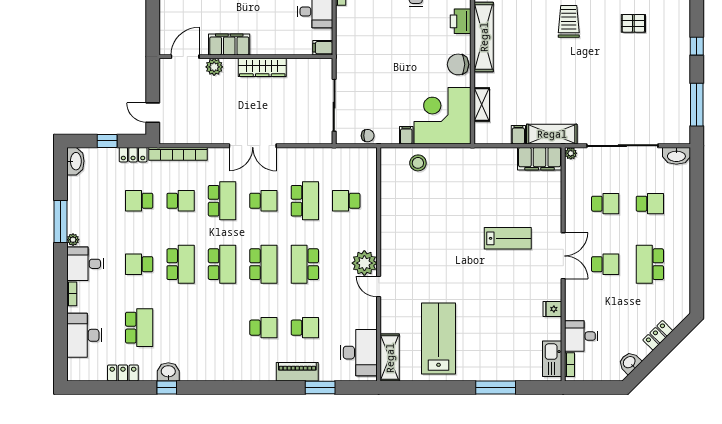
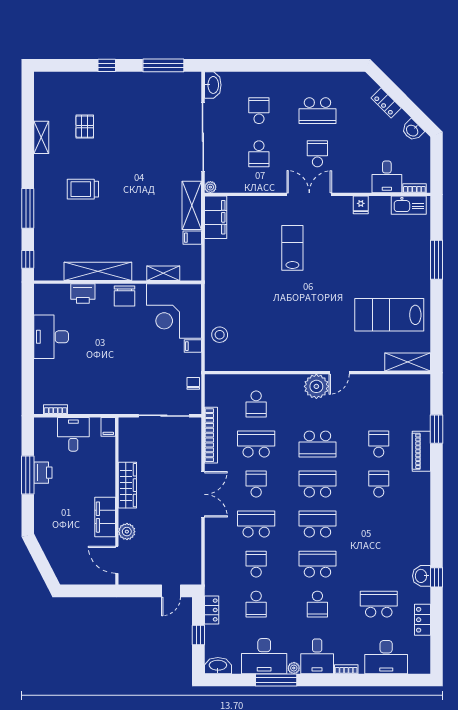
bookcase: (178, 154) -> (211, 435), moved
school desk: (605, 204) -> (259, 154), turned 180
desk: (359, 353) -> (264, 656), moved, turned 180

